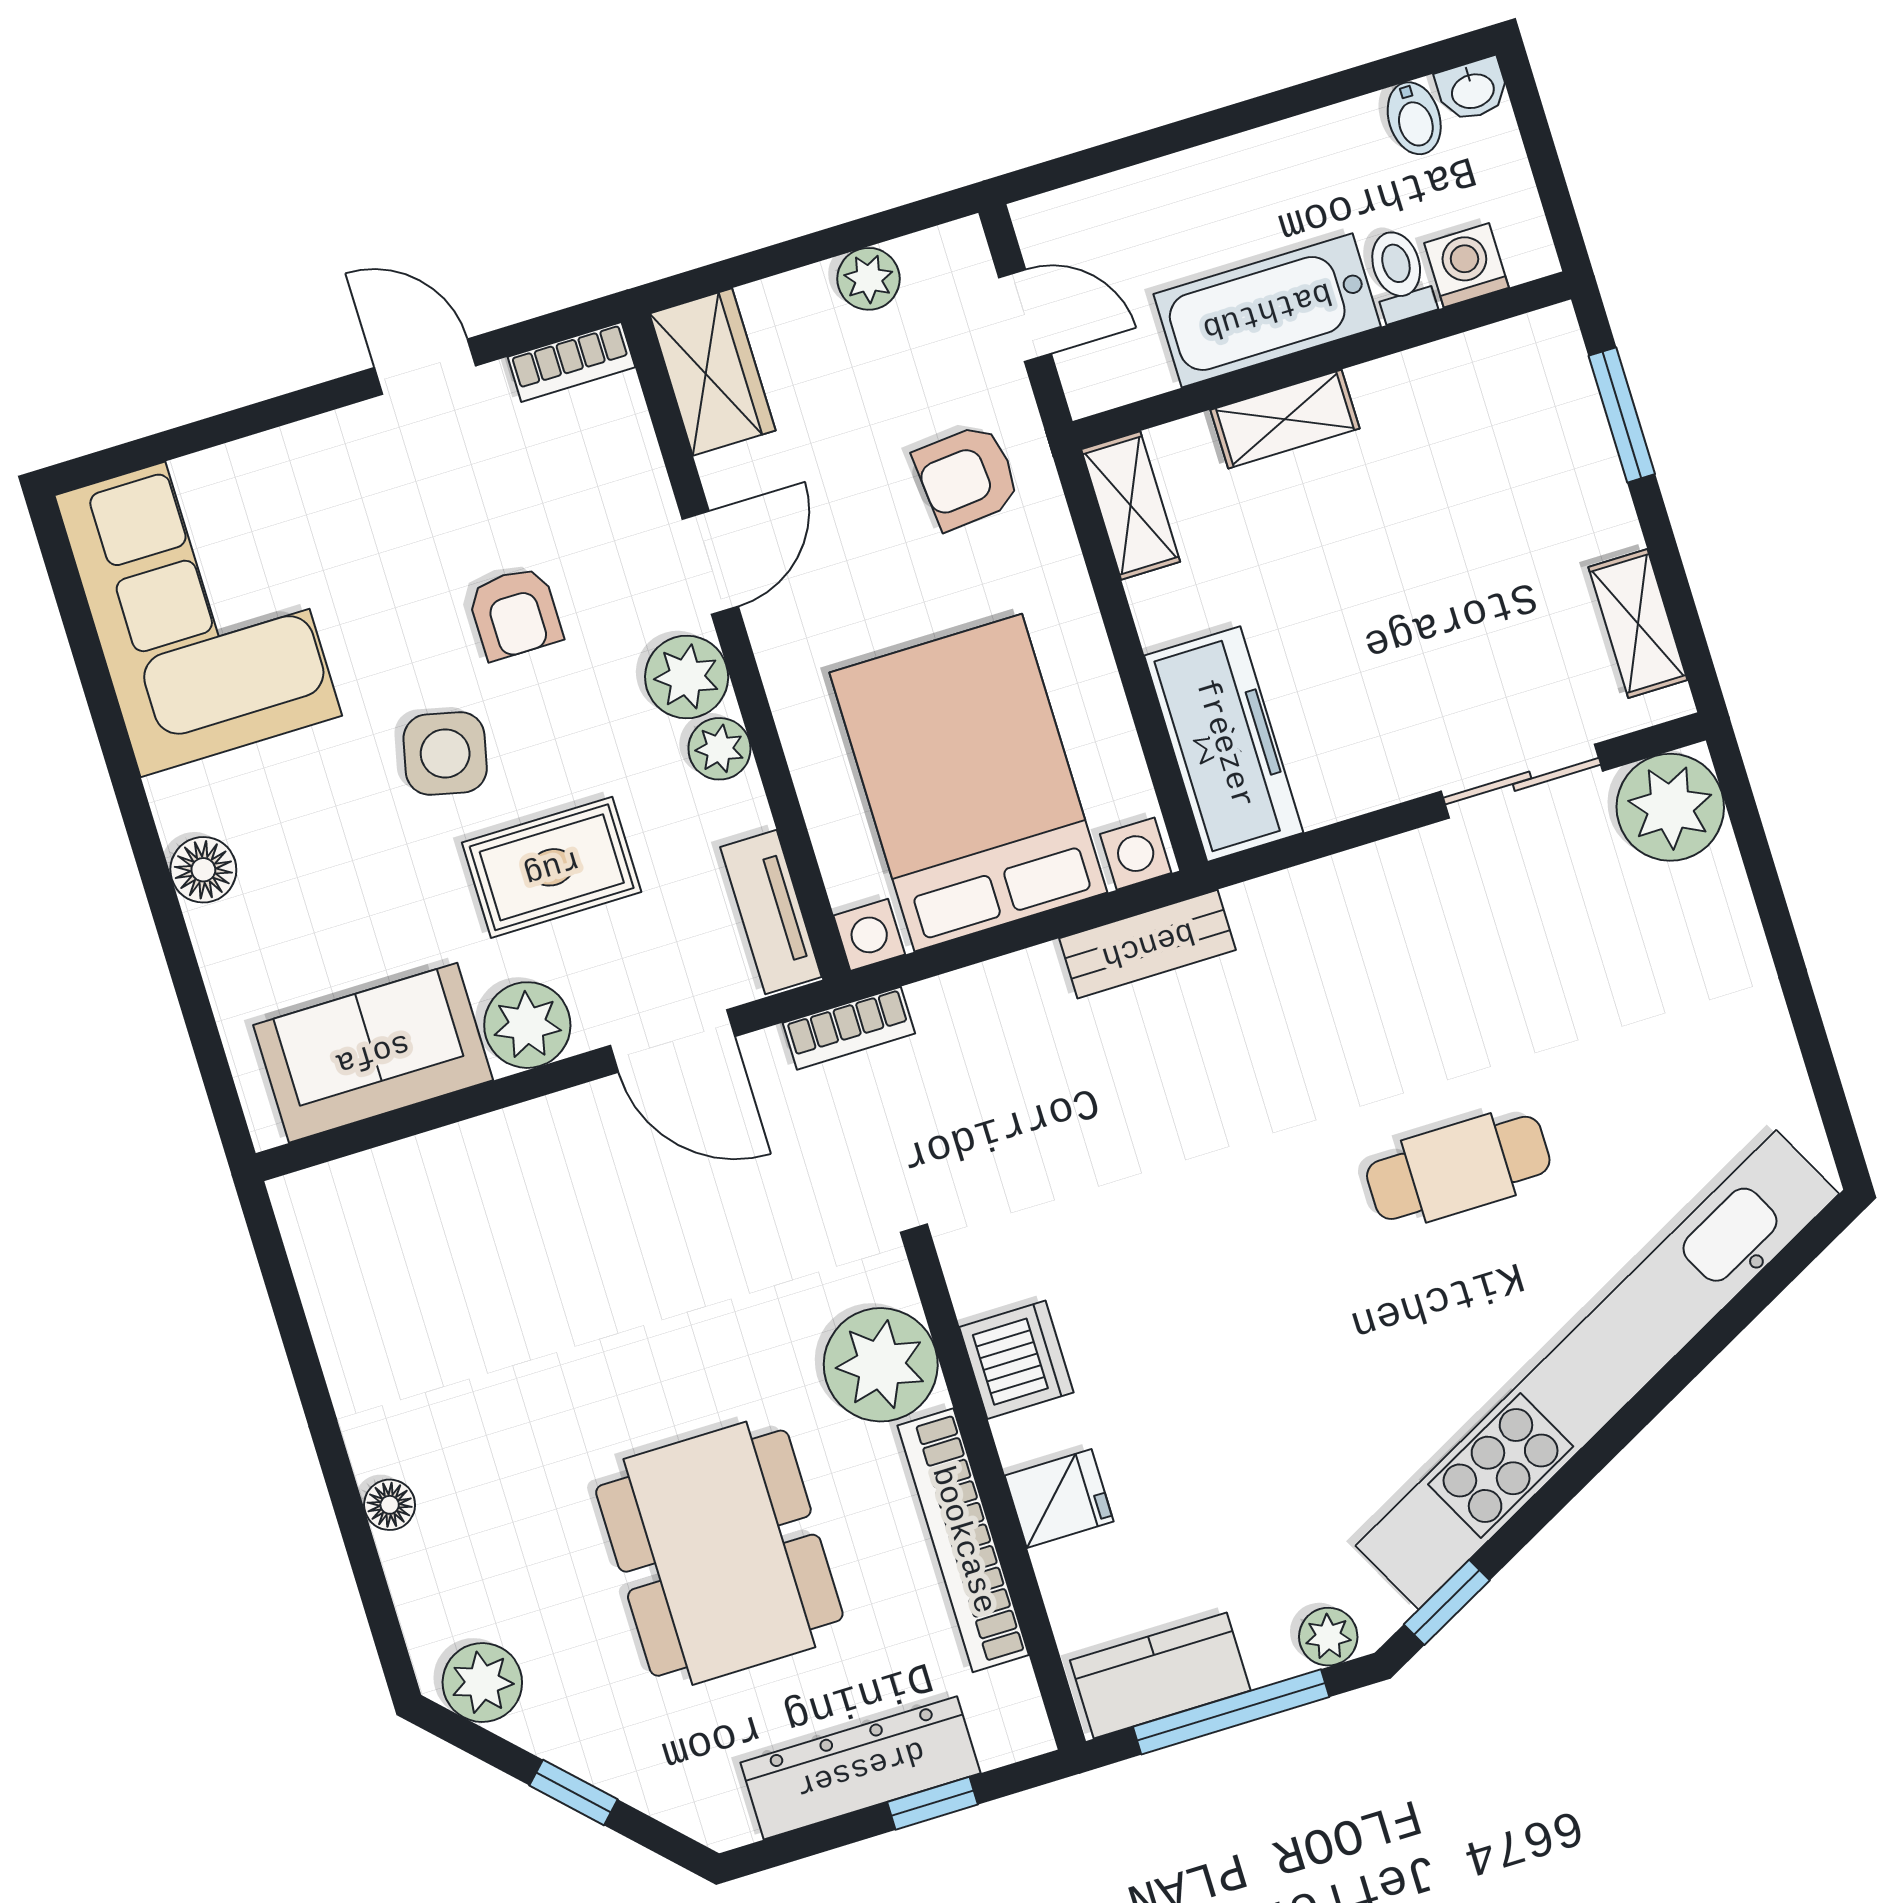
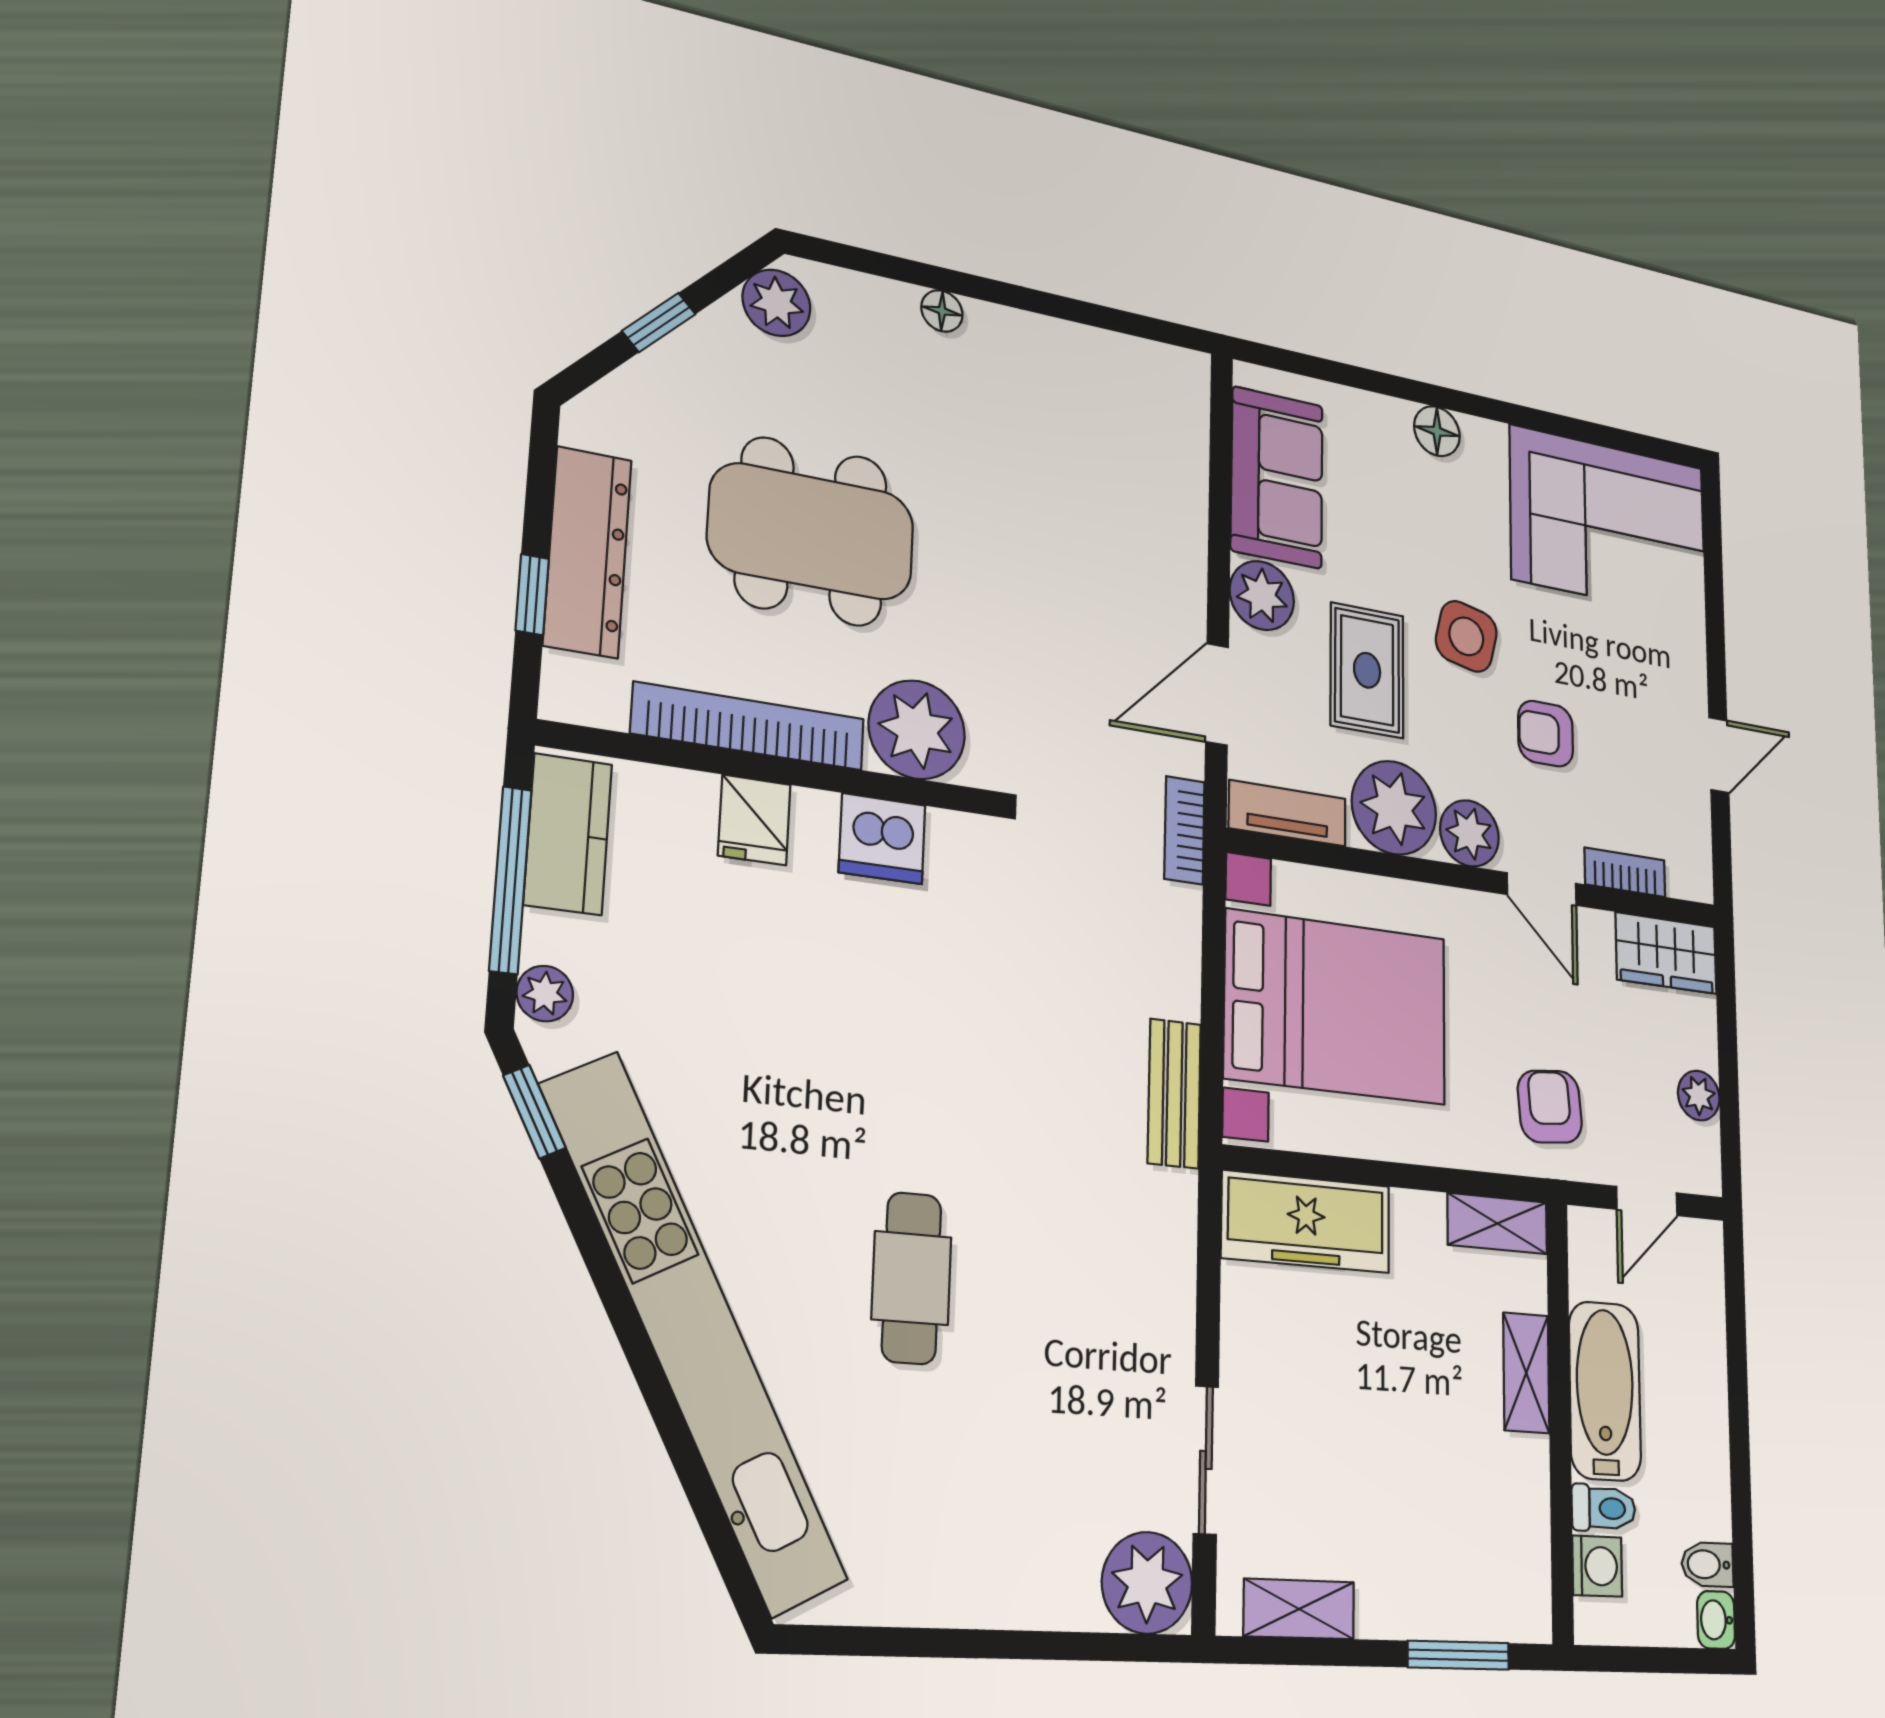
bookcase: (571, 362) -> (1625, 872), moved, turned 90
plant: (719, 749) -> (1394, 808), width x1.87, depth x1.87

